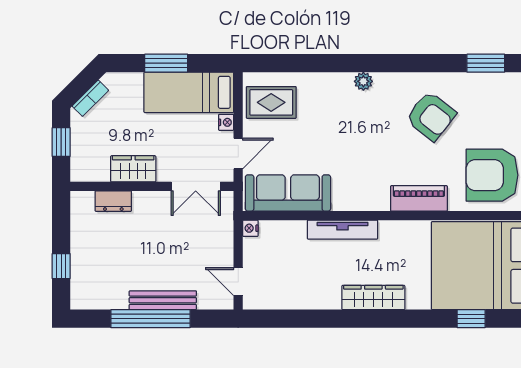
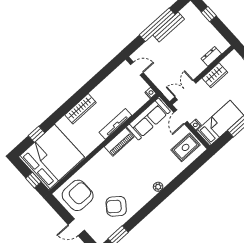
armchair: (431, 116) -> (116, 206), moved
piano: (419, 198) -> (119, 142), moved
bench: (163, 300) -> (169, 27), moved

